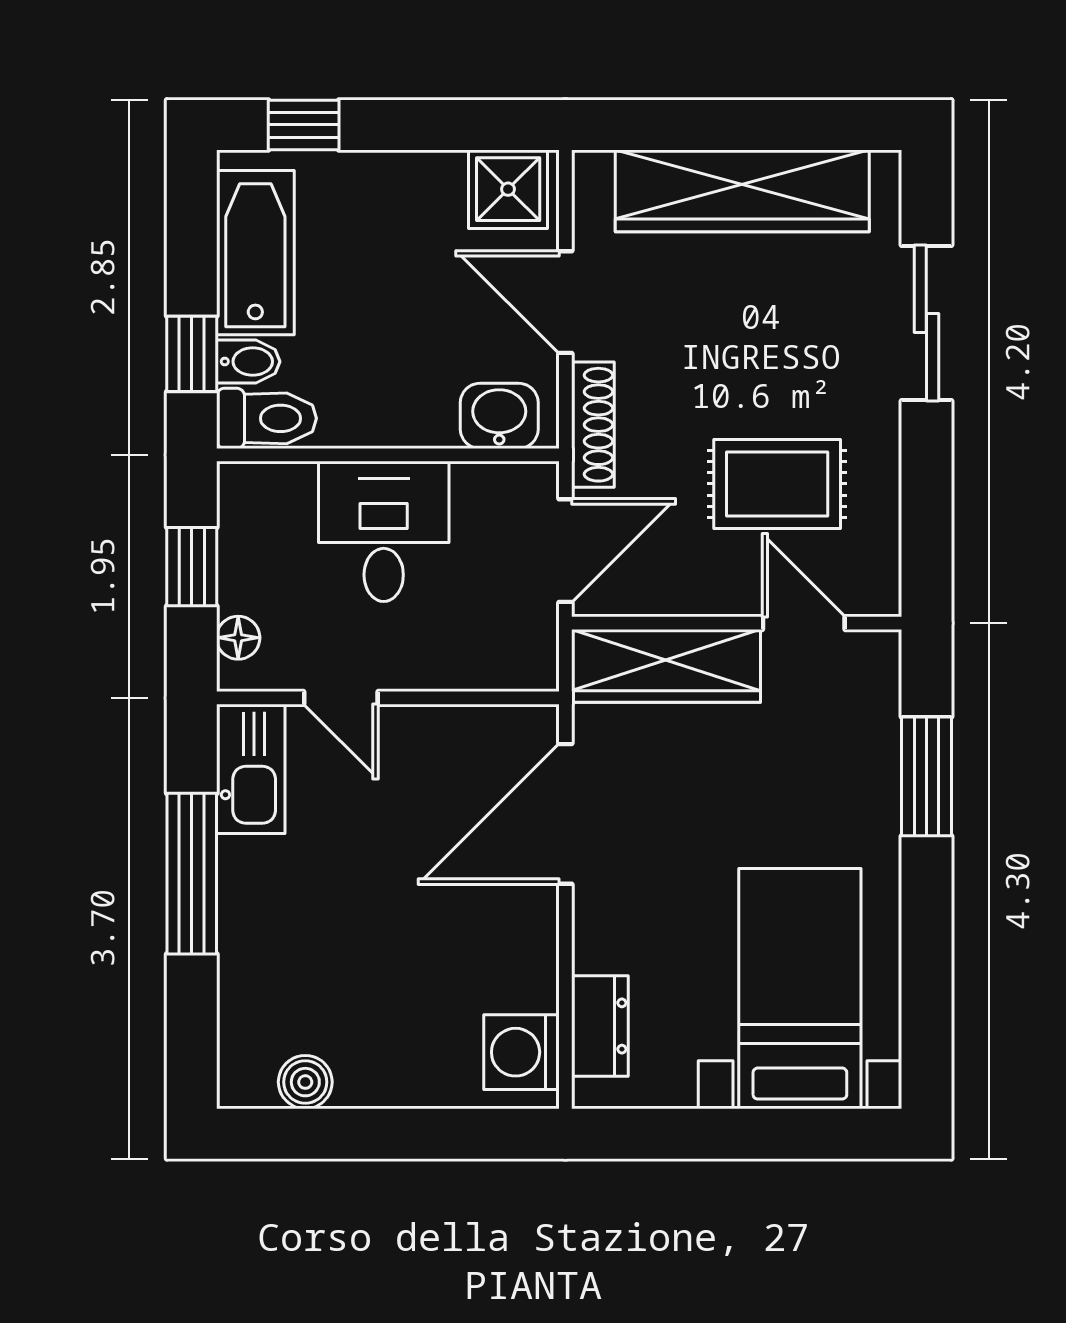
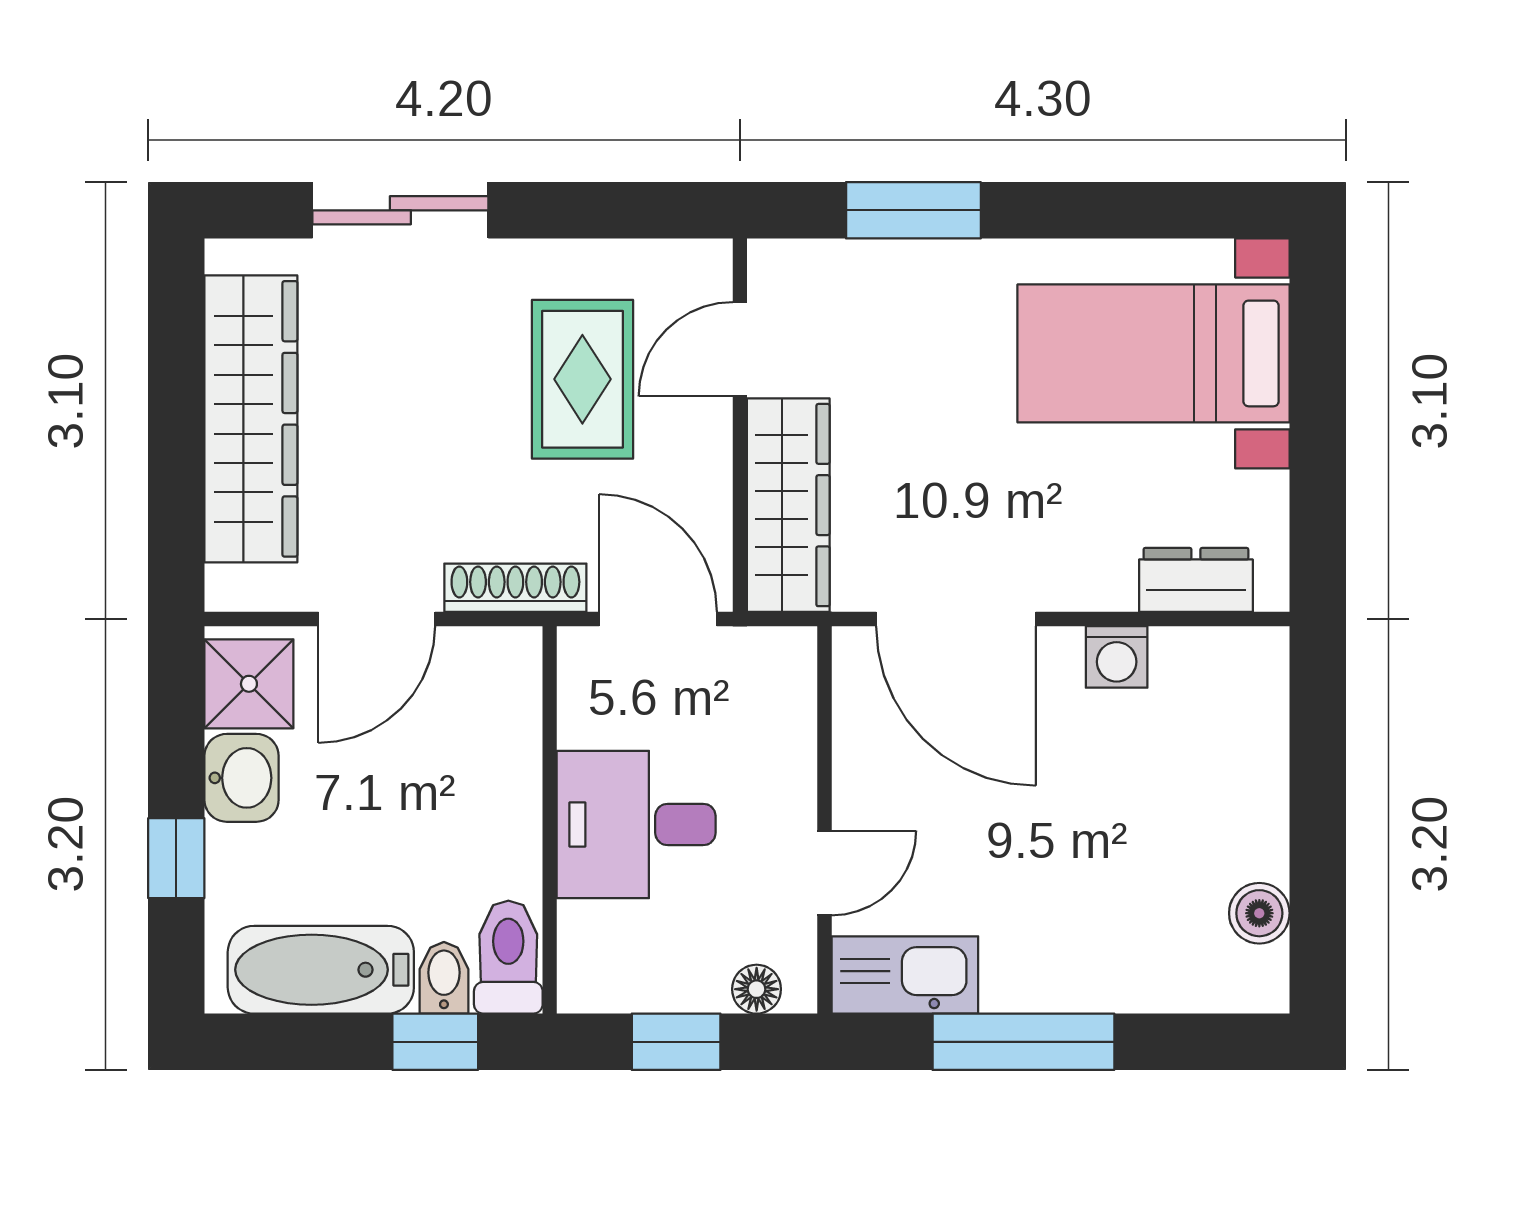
window: (304, 125) -> (176, 858), moved
washbasin: (499, 416) -> (242, 778), moved, turned 180
washing machine: (522, 1052) -> (1117, 657), moved, width x0.73, depth x0.73

